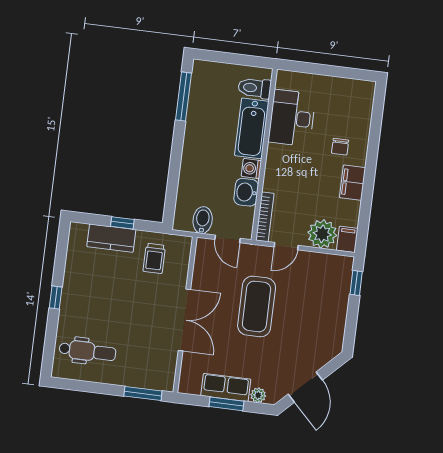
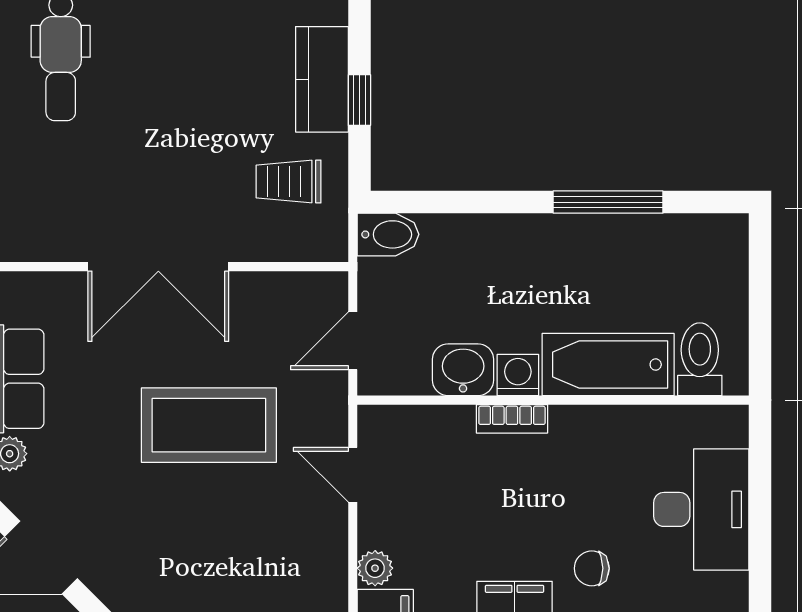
window: (184, 96) -> (608, 202), moved
desk: (292, 118) -> (701, 509), moved, turned 90
bookcase: (265, 217) -> (512, 419), moved, width x0.64
bidet: (203, 220) -> (388, 234), moved
plant: (322, 234) -> (375, 568), width x0.53, depth x0.53

